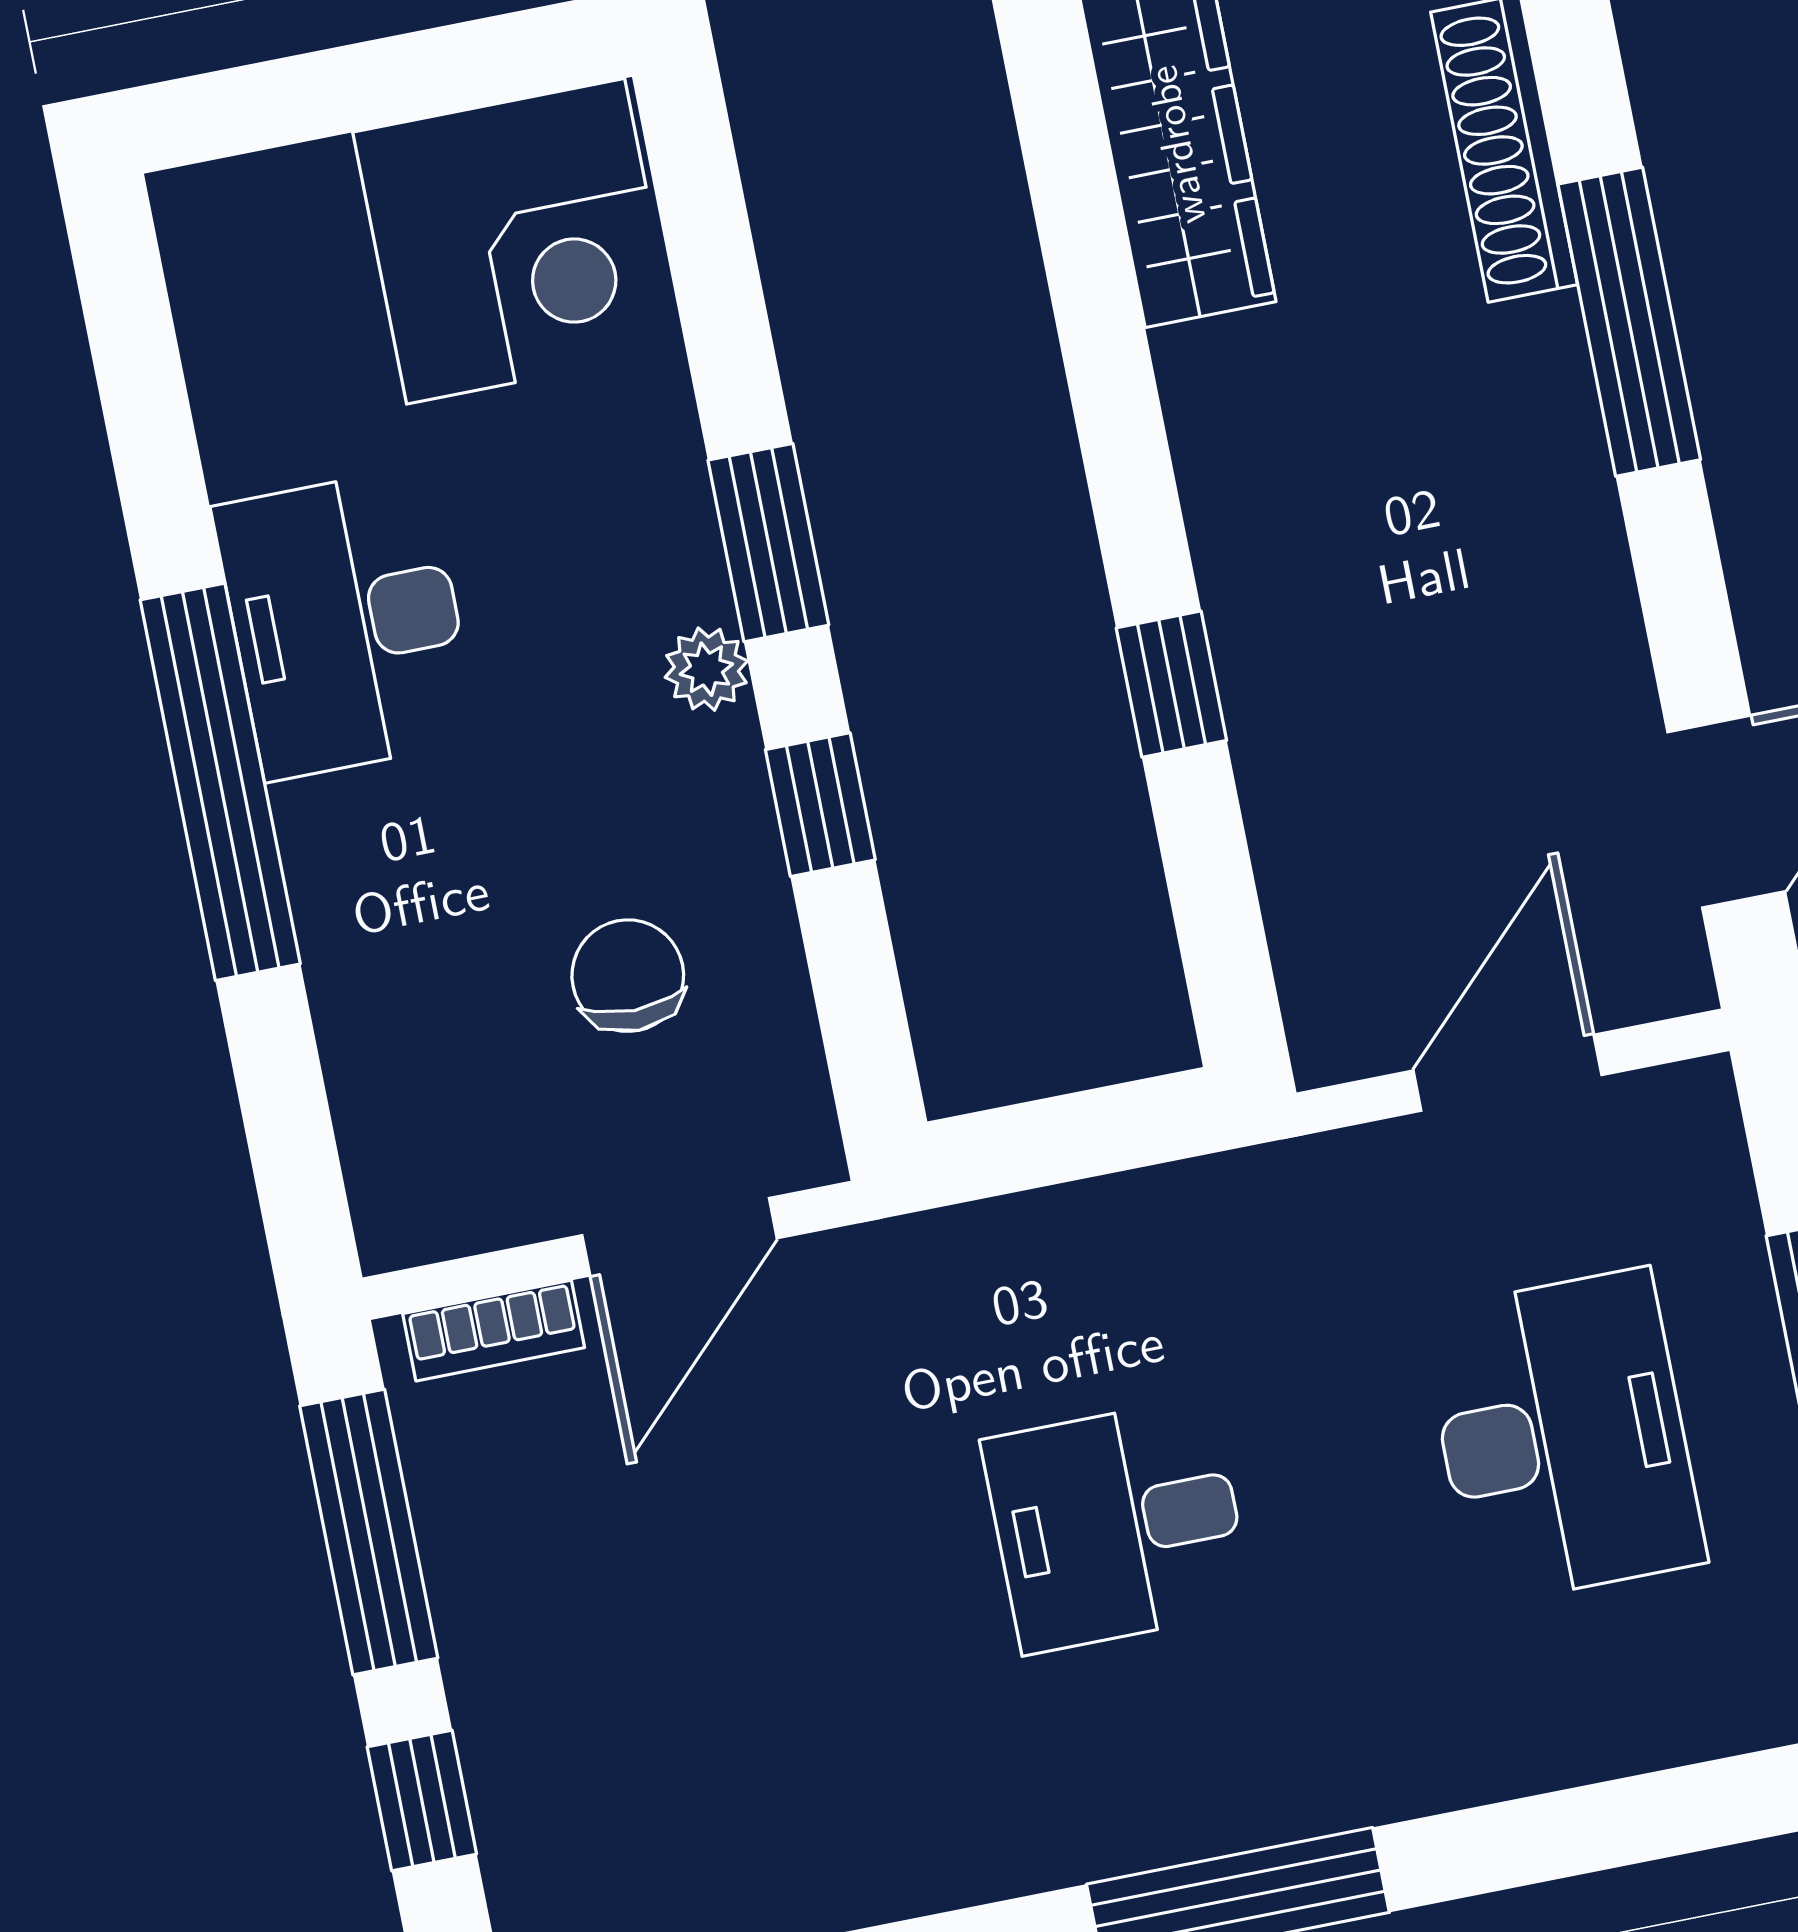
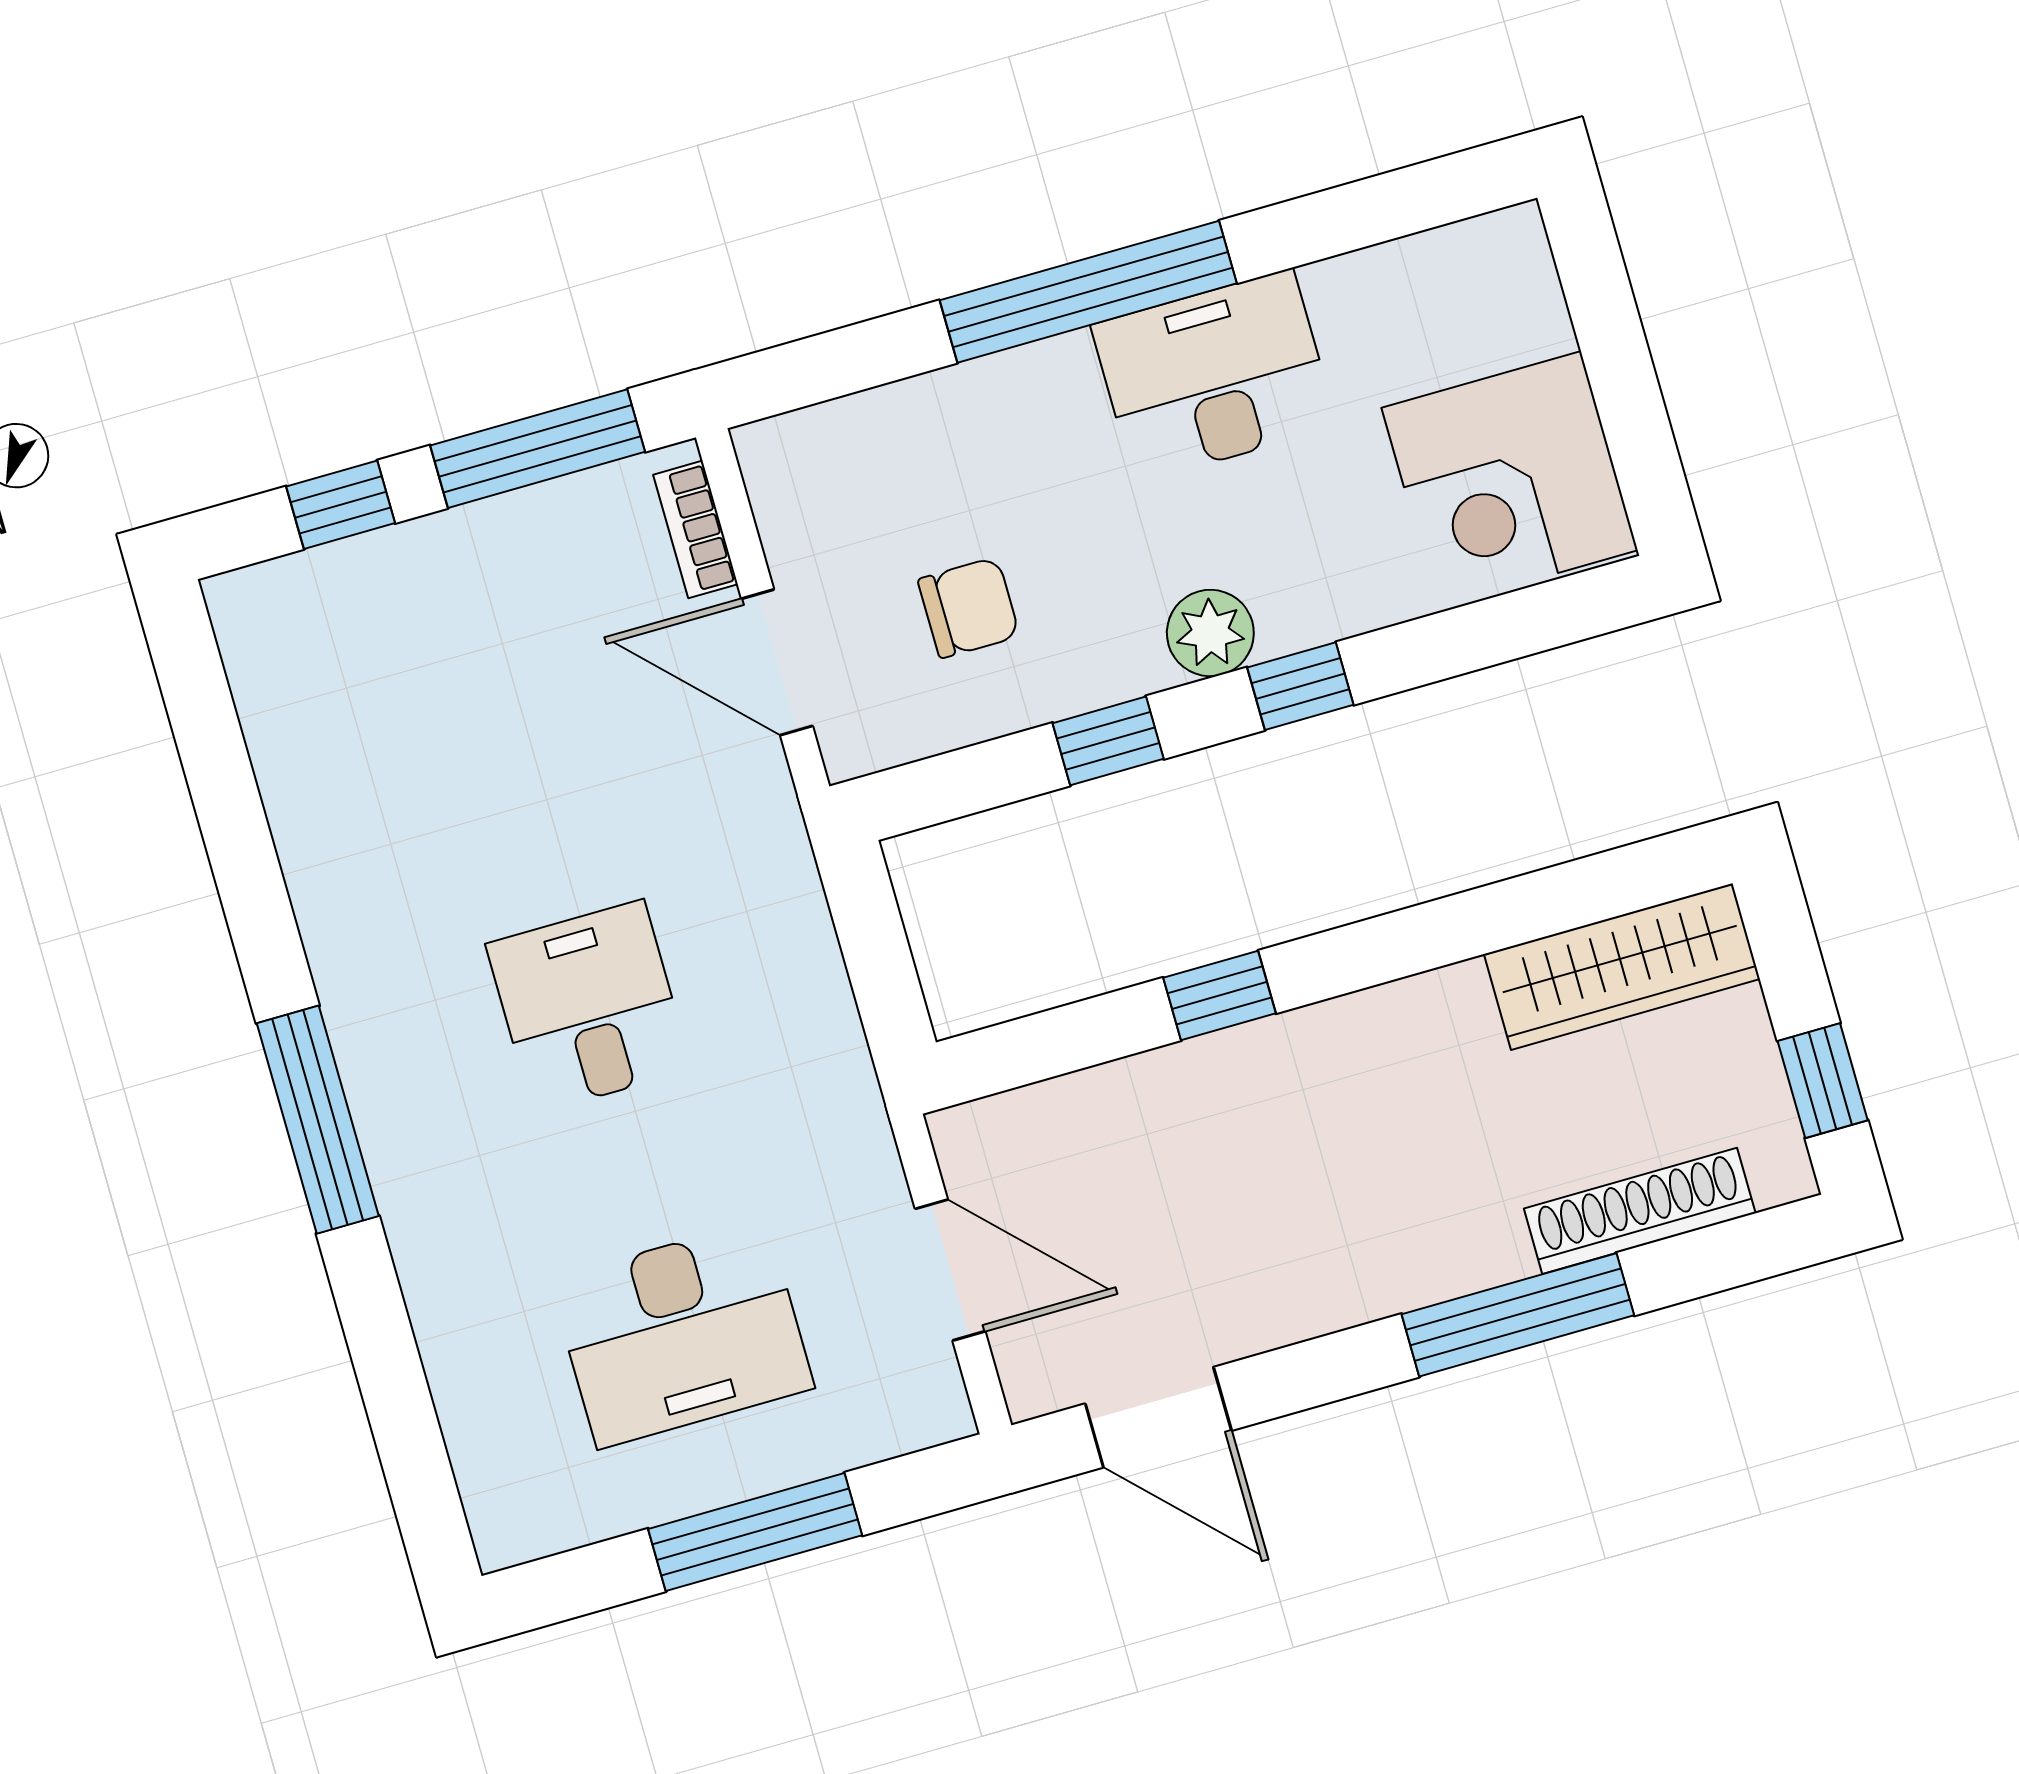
window: (768, 543) -> (1300, 686), width x0.67
plant: (706, 669) -> (1210, 633), width x1.38, depth x1.38

